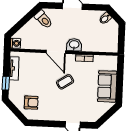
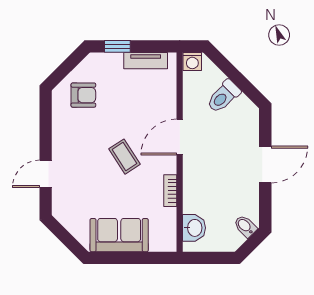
toilet: (44, 19) -> (223, 96), moved
washbasin: (74, 45) -> (194, 228), moved
armchair: (31, 103) -> (83, 95), turned -90

